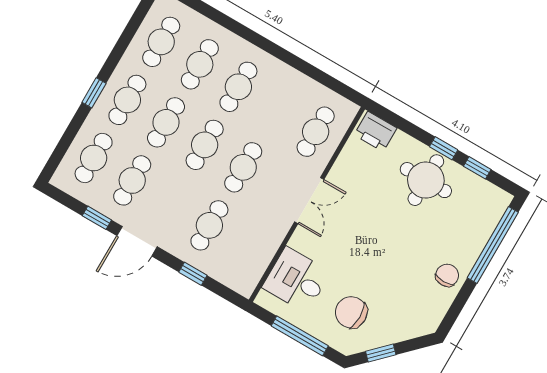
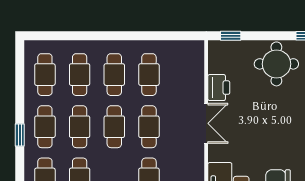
printer: (375, 131) -> (219, 88), moved, turned -90
cafe table: (316, 132) -> (149, 75), moved
window: (444, 148) -> (231, 36), moved

